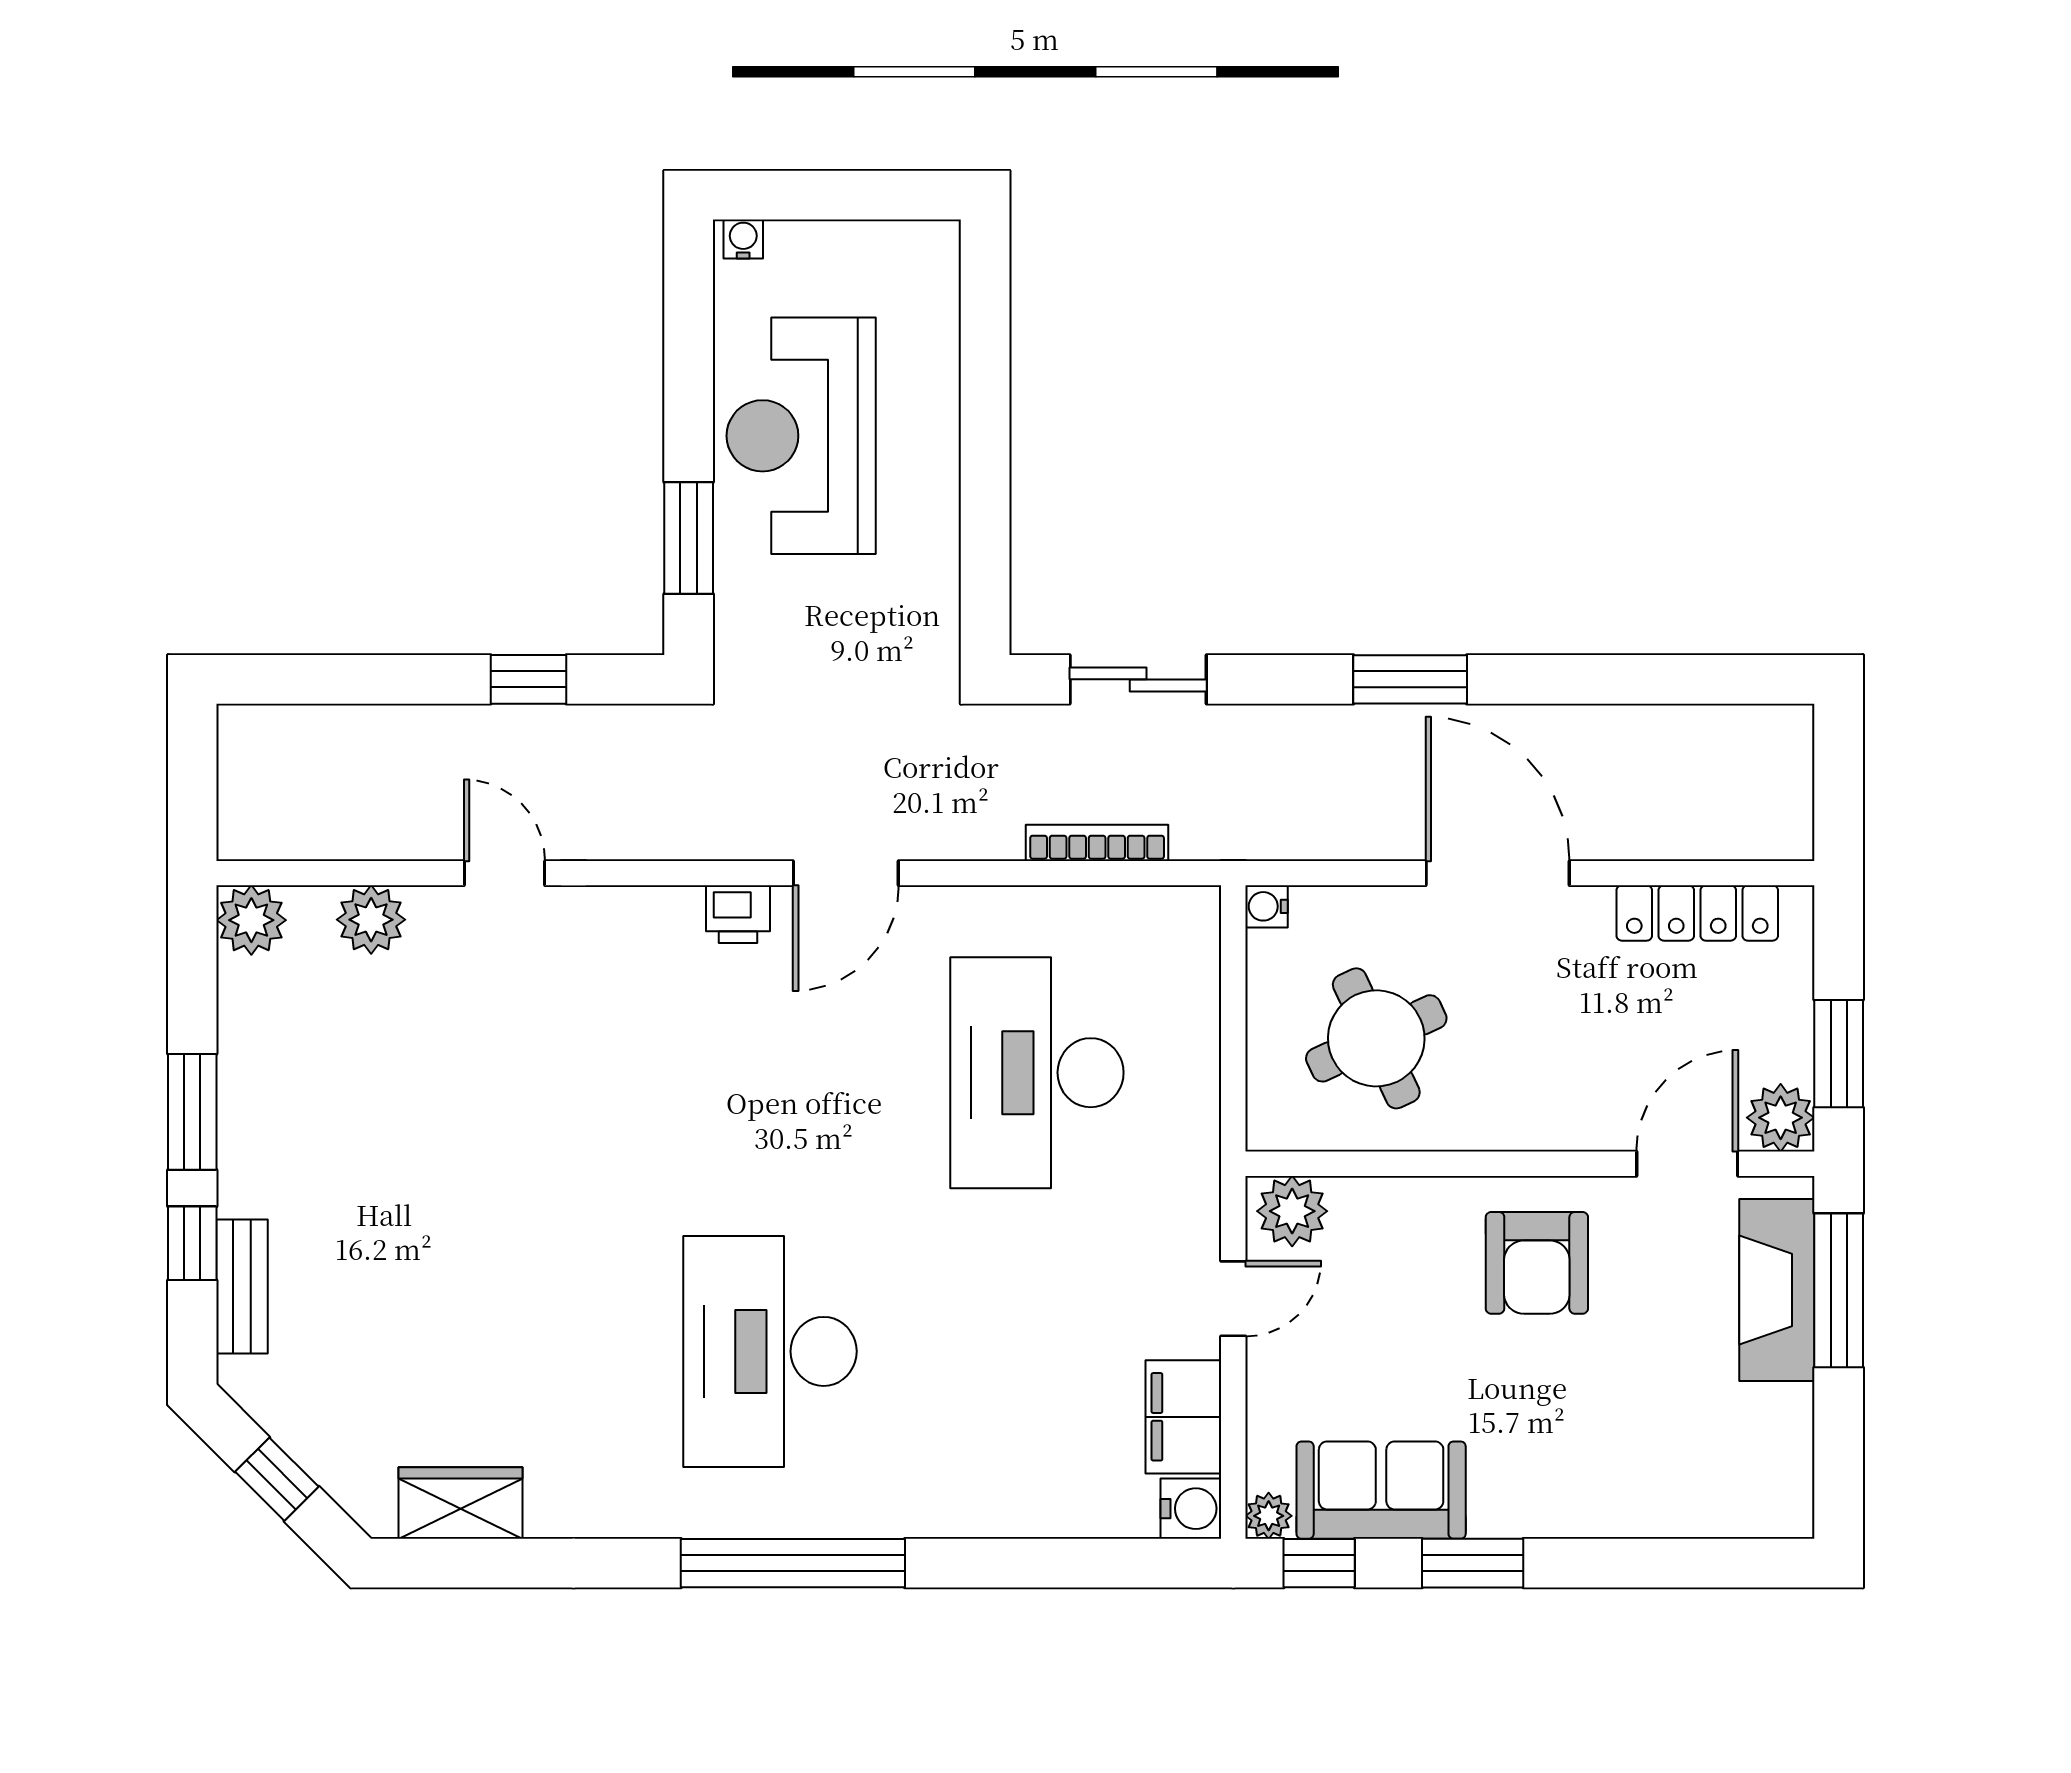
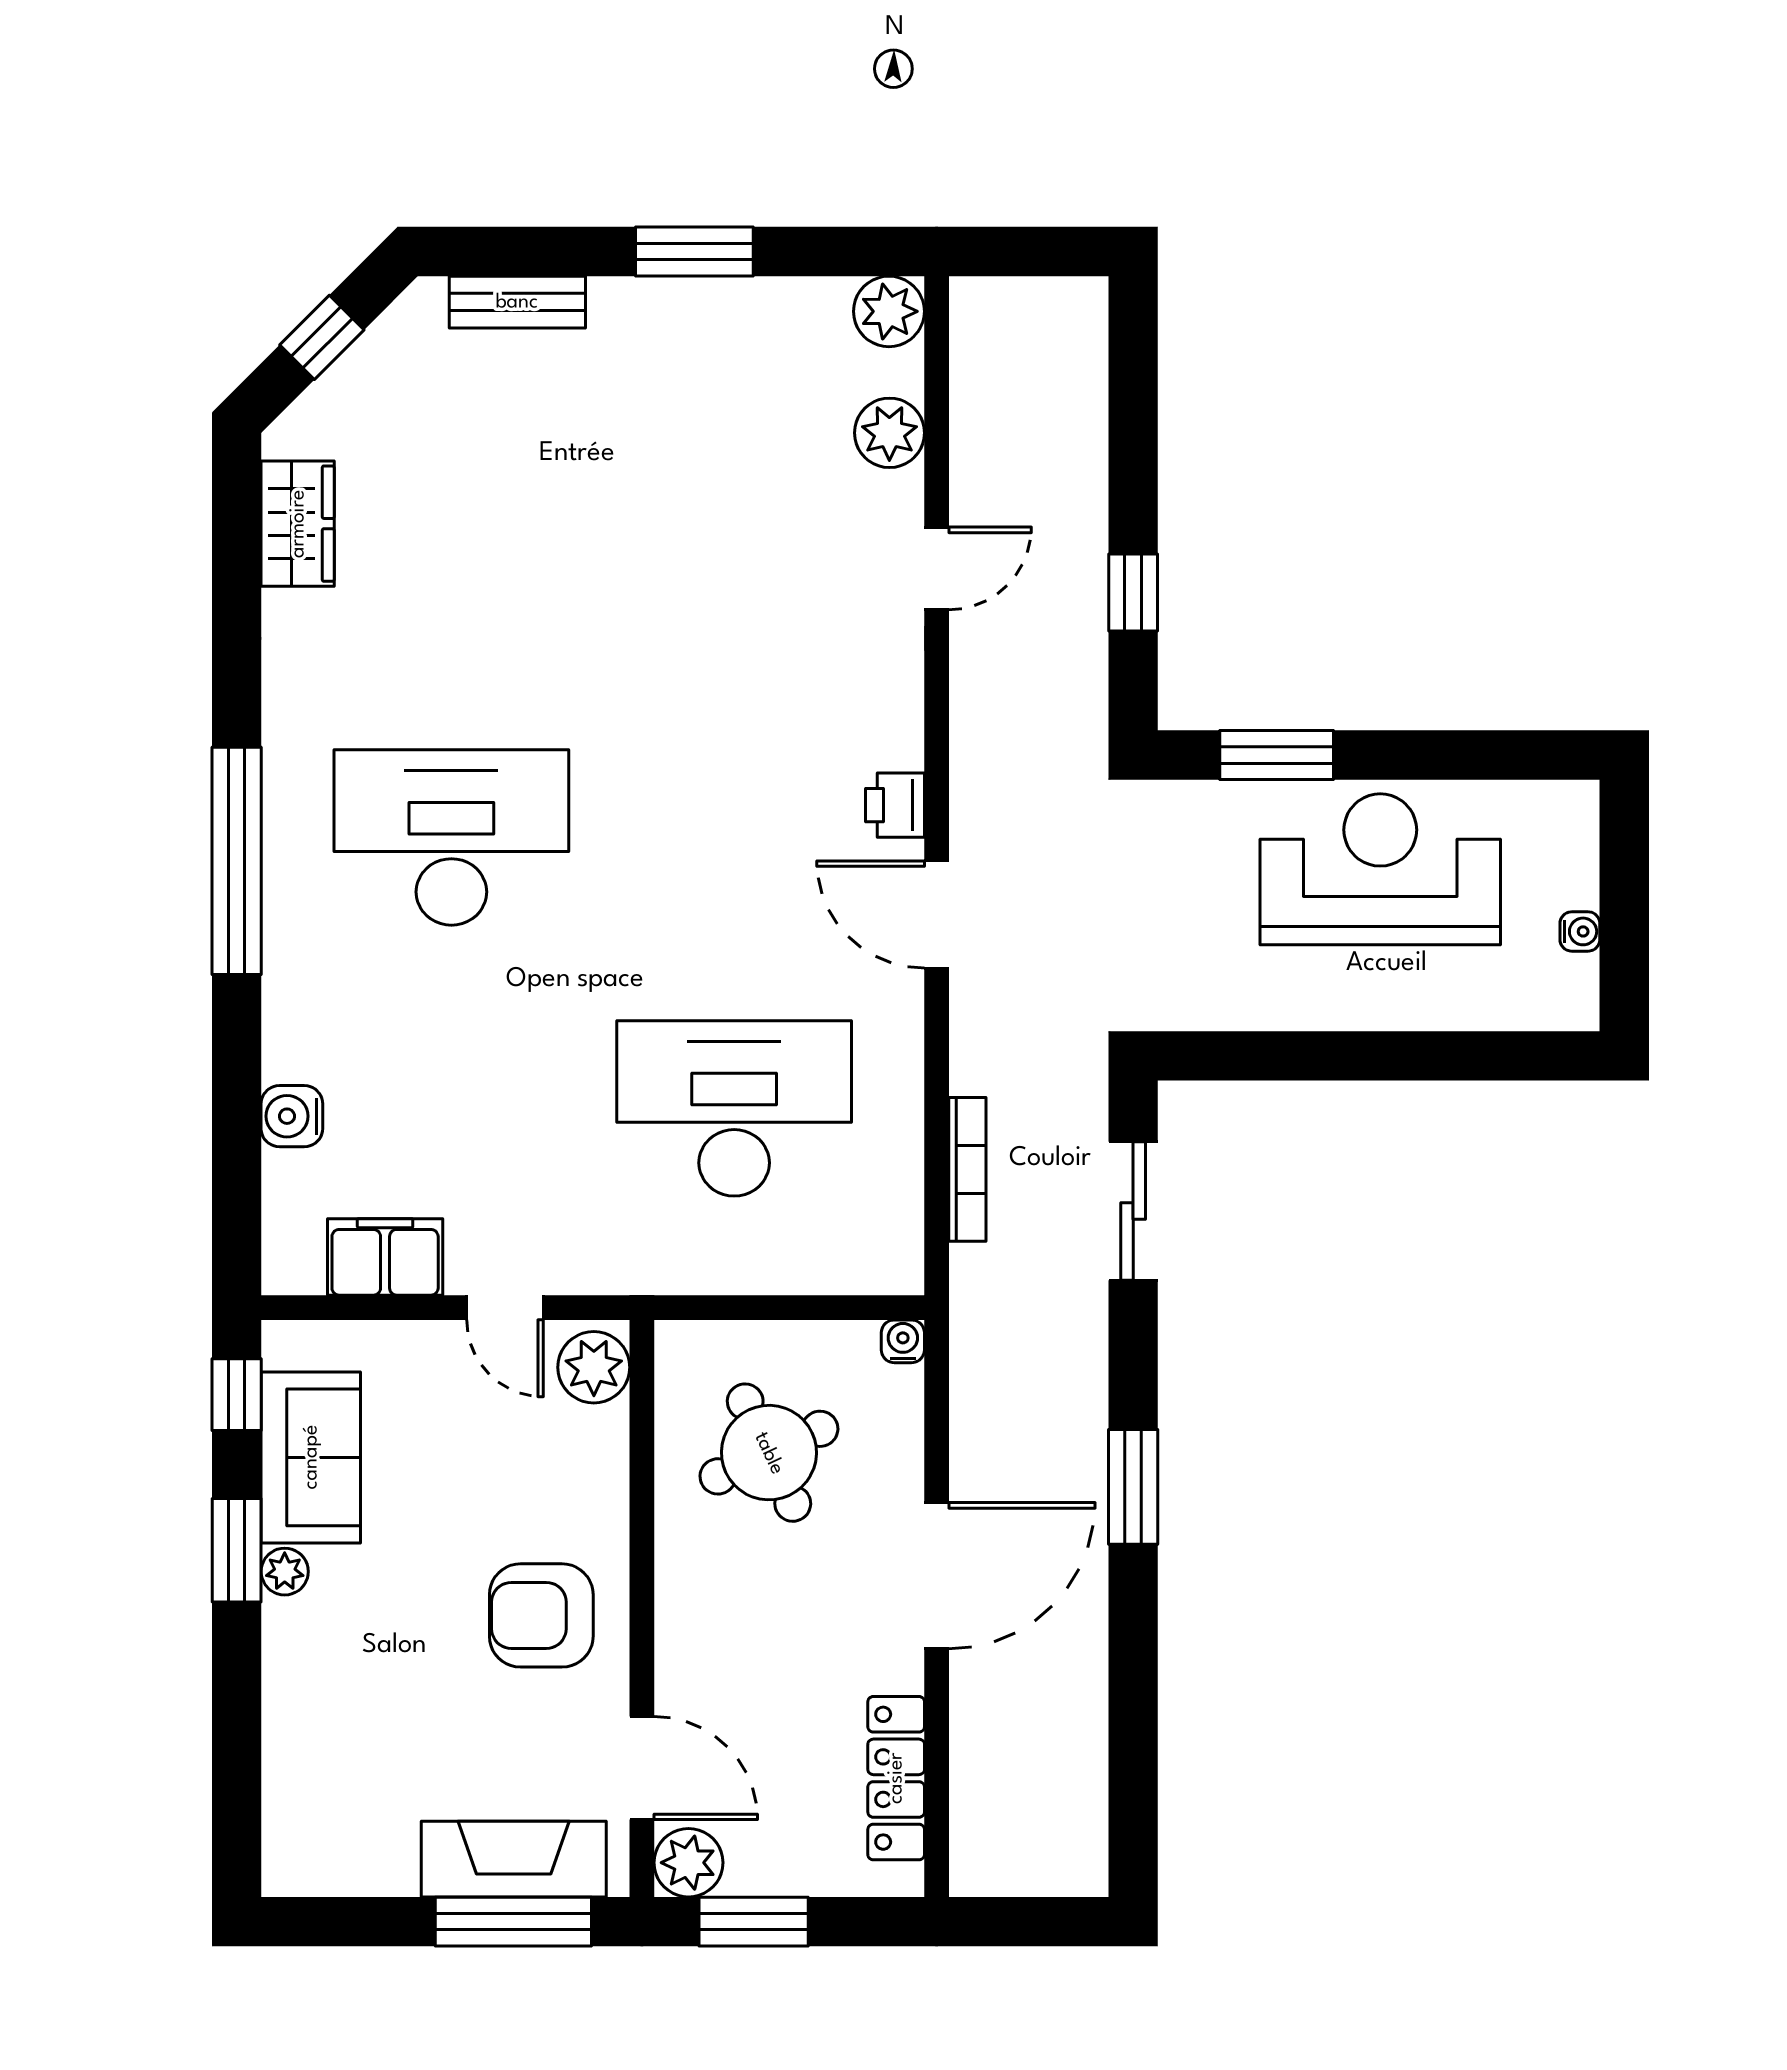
water cooler: (743, 239) -> (1580, 931), moved
window: (192, 1243) -> (561, 251), removed
water cooler: (1191, 1509) -> (292, 1116), moved, turned 90
plant: (1269, 1516) -> (285, 1572), moved

